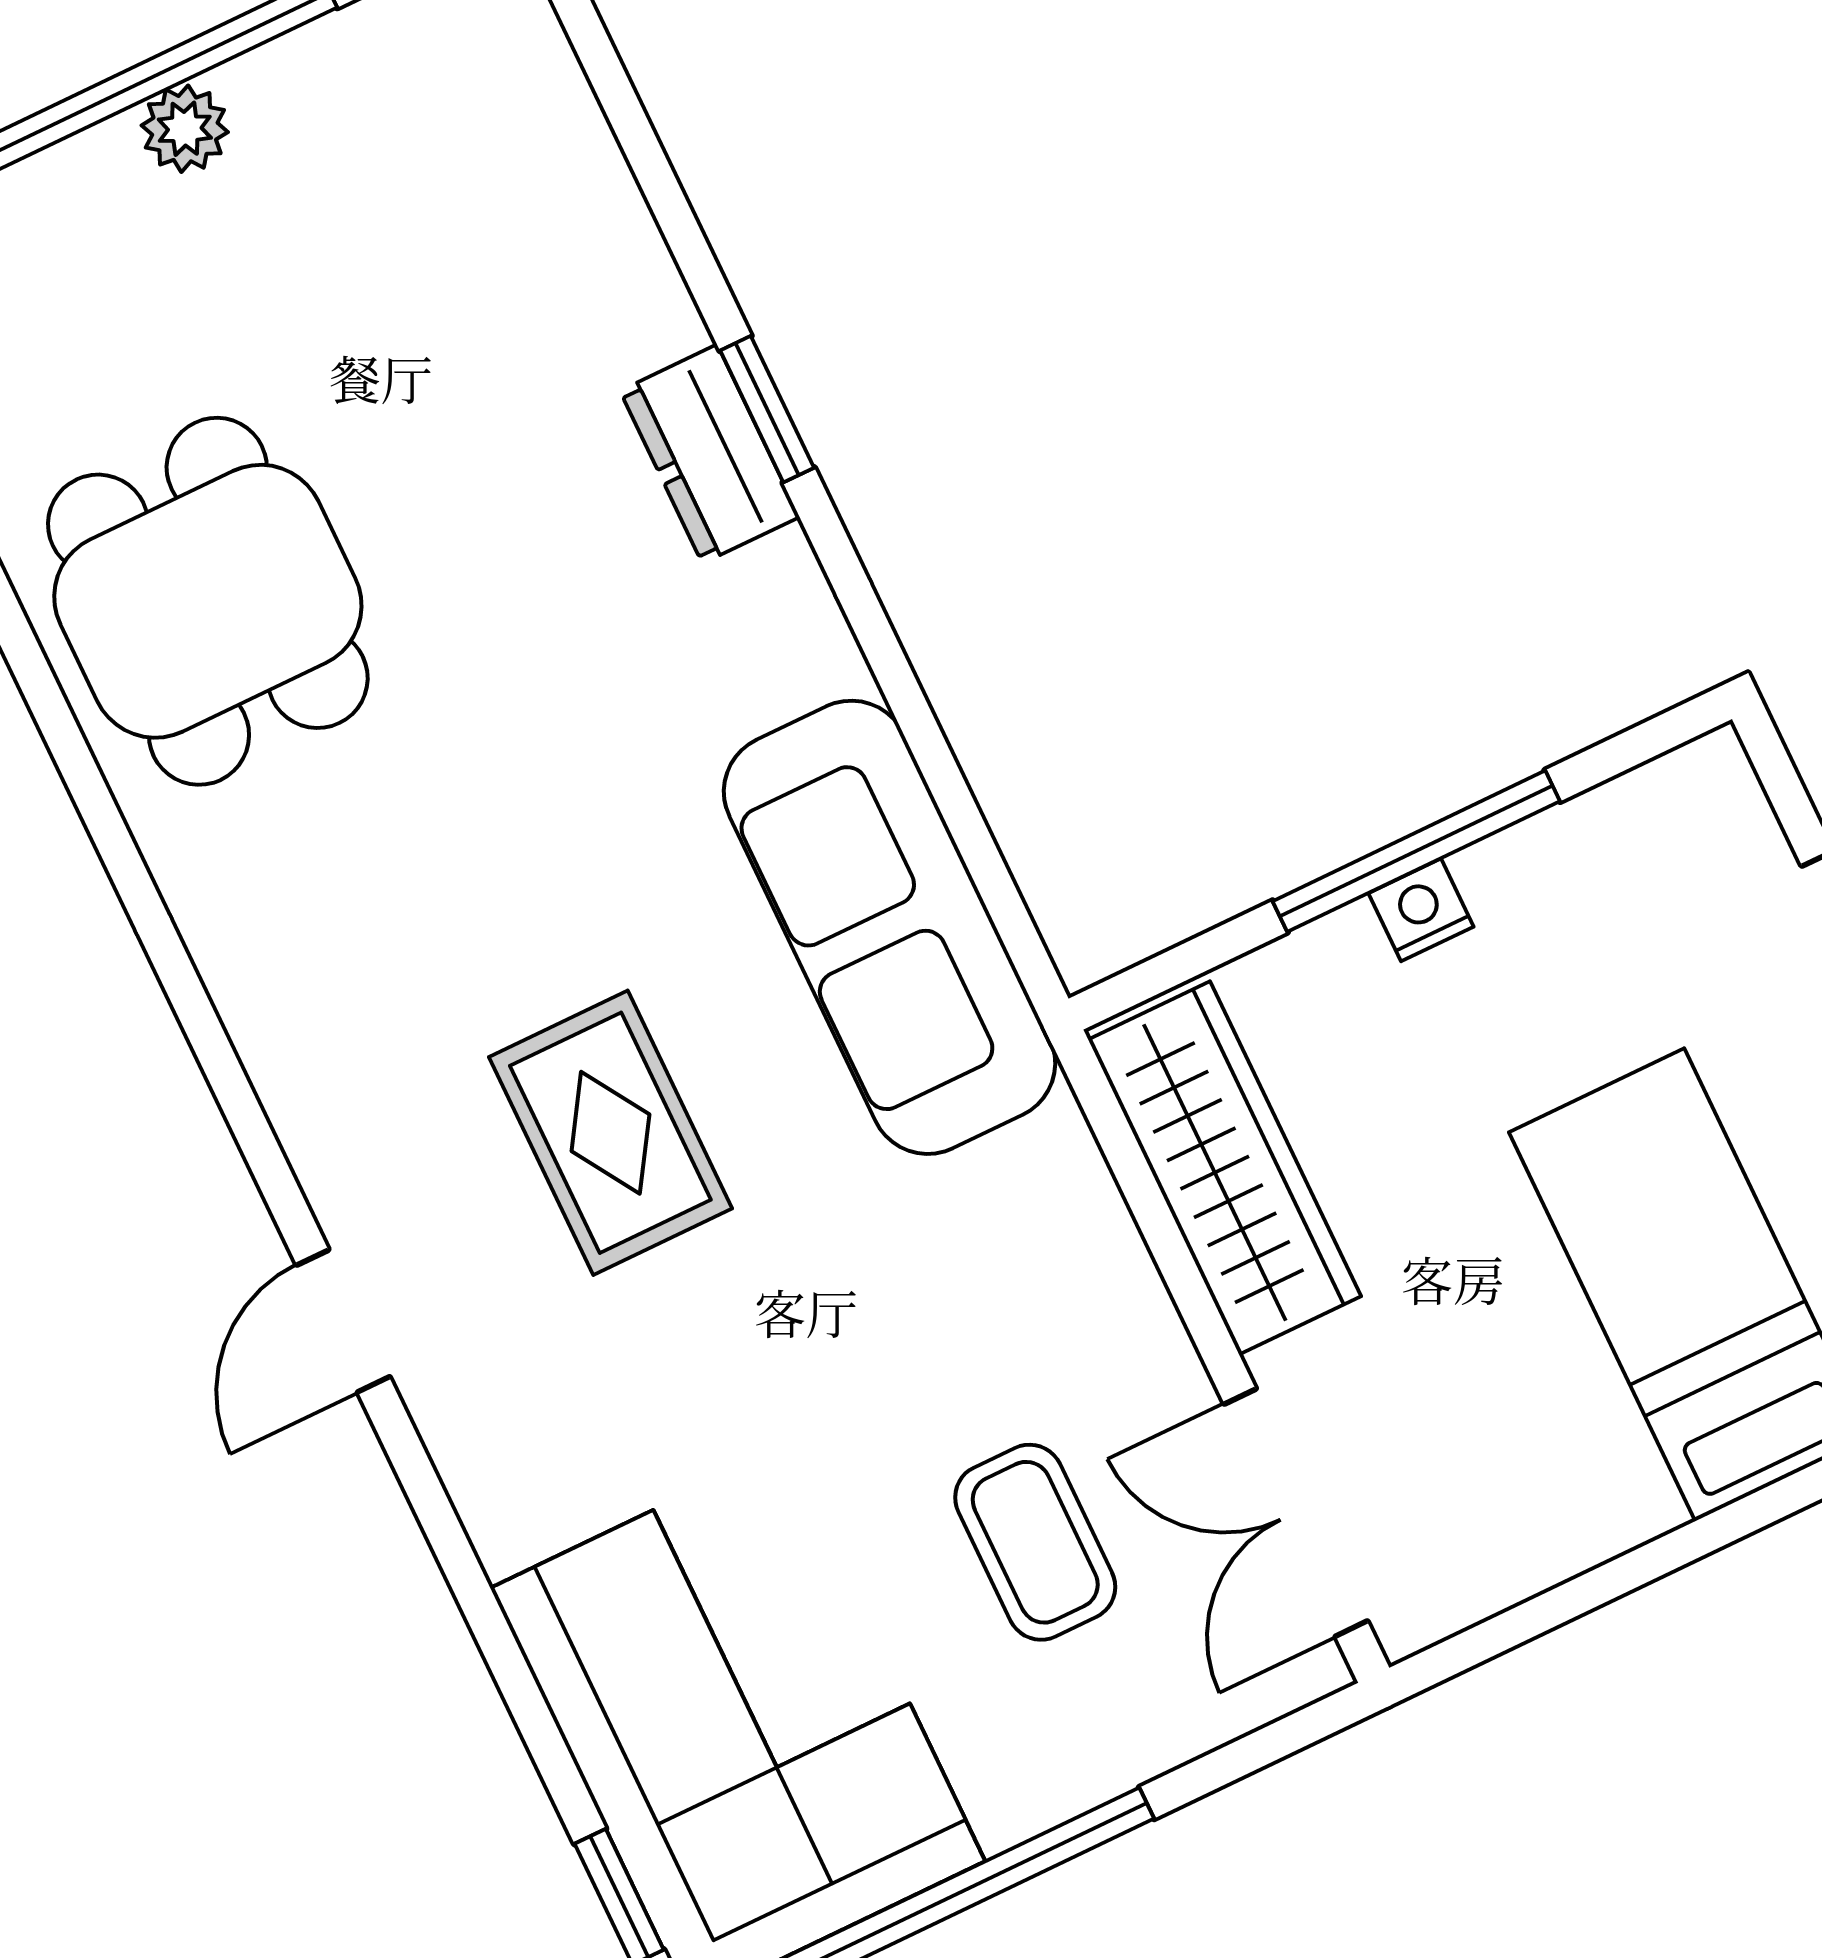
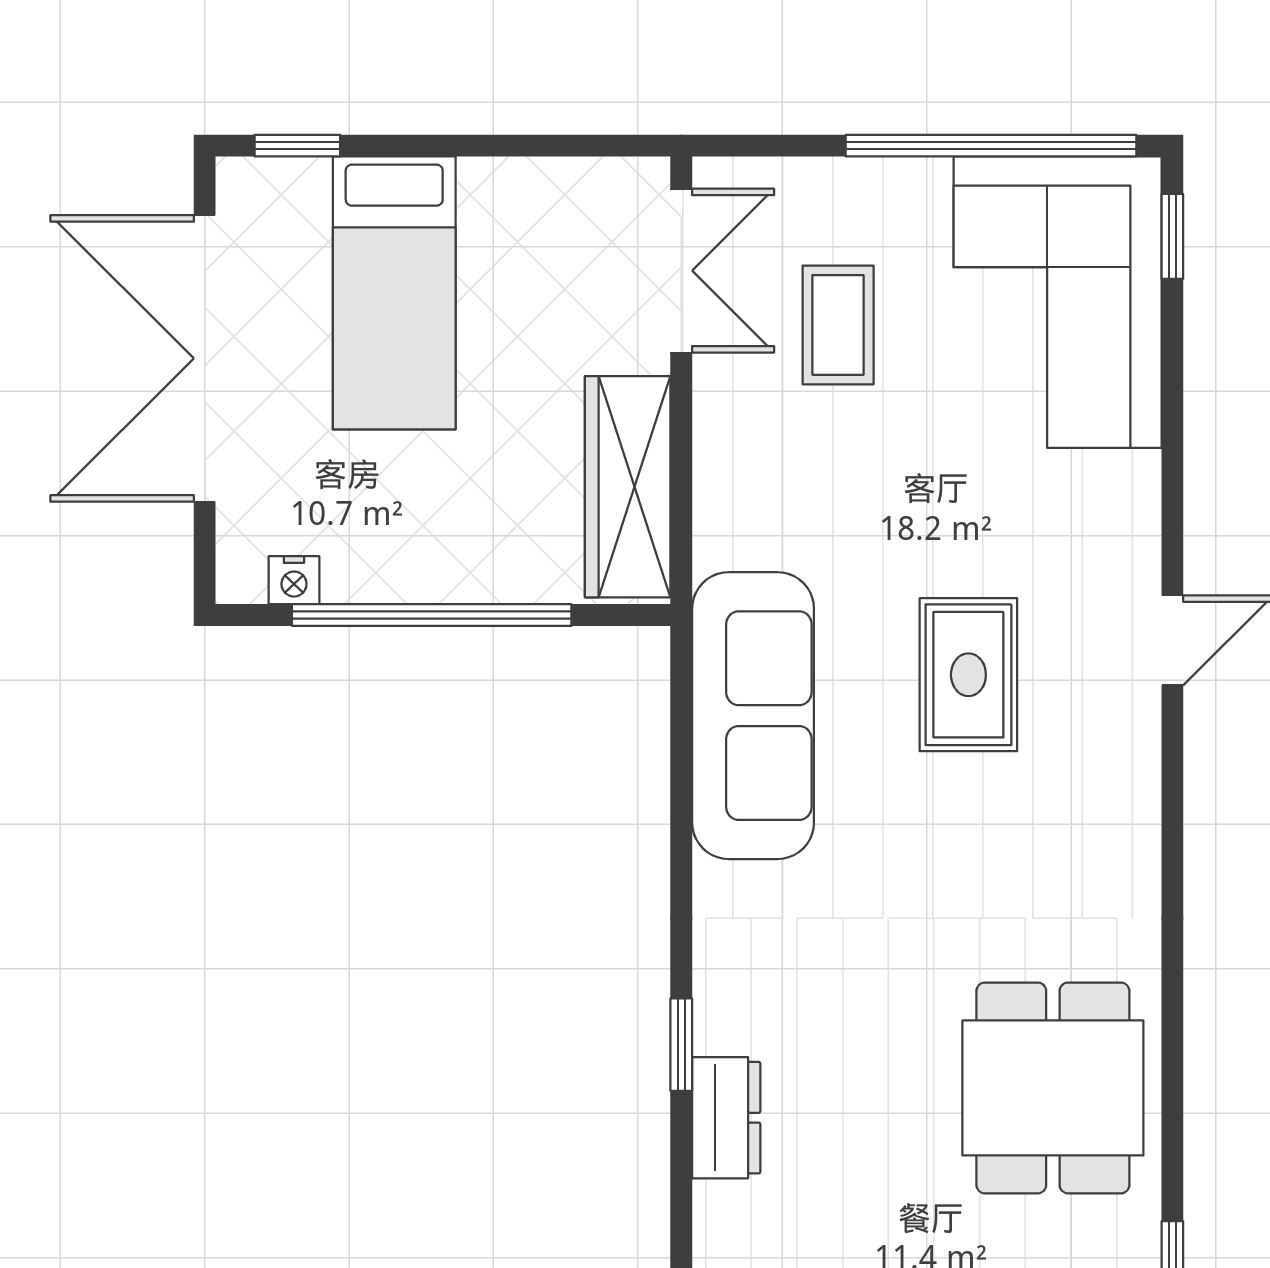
dresser: (710, 454) -> (726, 1118), moved
window: (1416, 851) -> (432, 615), width x1.46
nightstand: (1421, 910) -> (294, 580), moved

